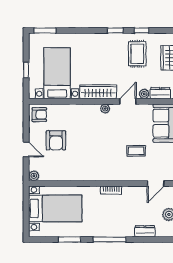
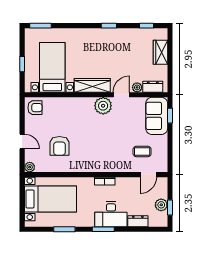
window: (141, 30) -> (146, 26), moved
rug: (137, 54) -> (130, 48), removed
plant: (105, 109) -> (103, 106), width x1.87, depth x1.87
armchair: (56, 140) -> (59, 146), moved
coffee table: (136, 151) -> (142, 151), moved
desk: (117, 224) -> (111, 214), added
window: (109, 239) -> (103, 229), width x0.69

